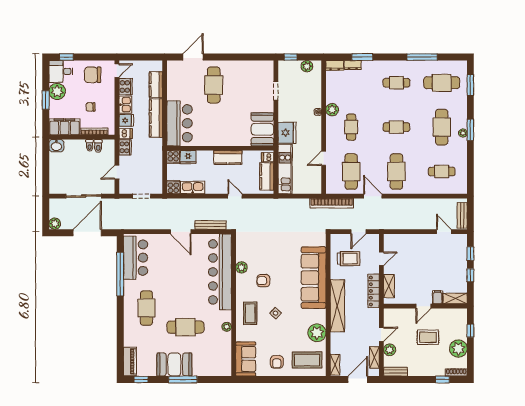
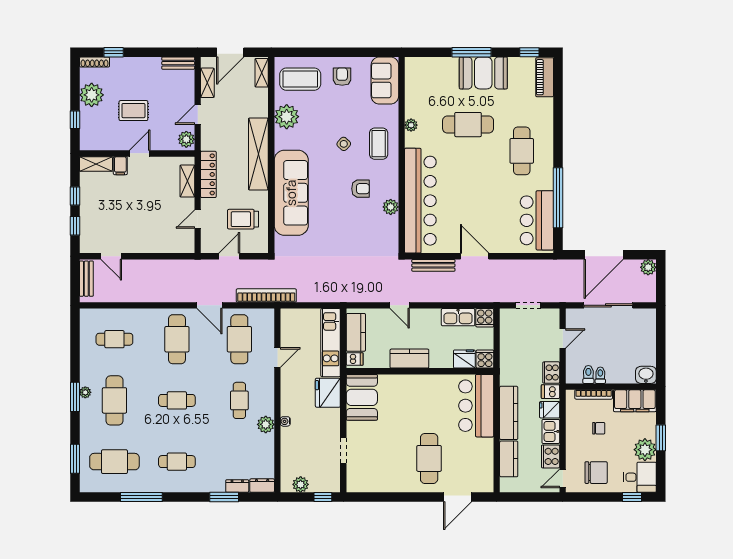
plant: (390, 350) -> (186, 139), moved

